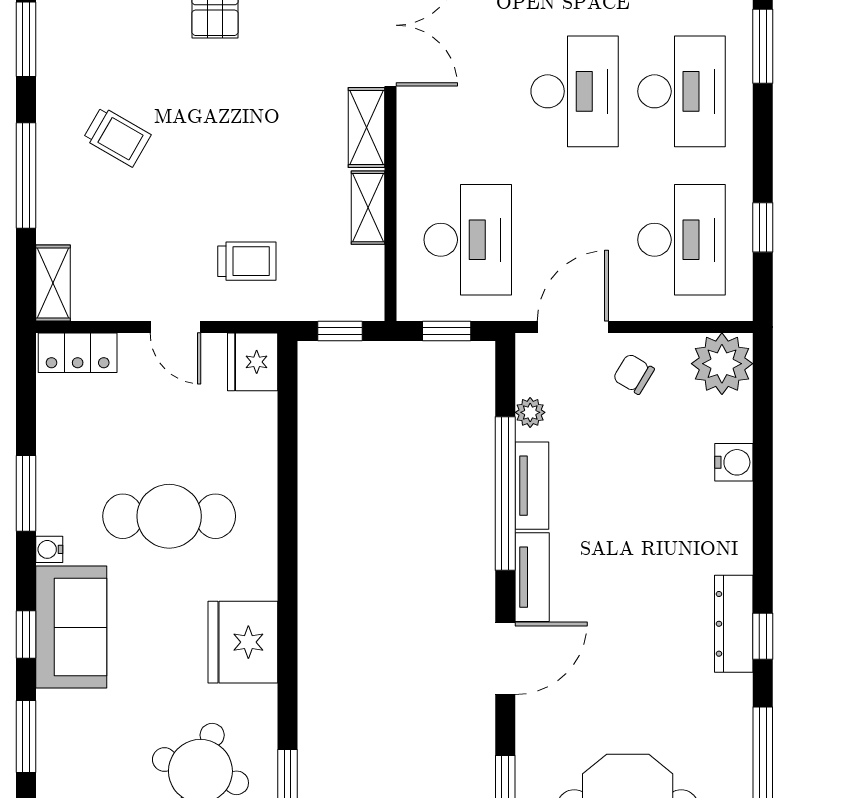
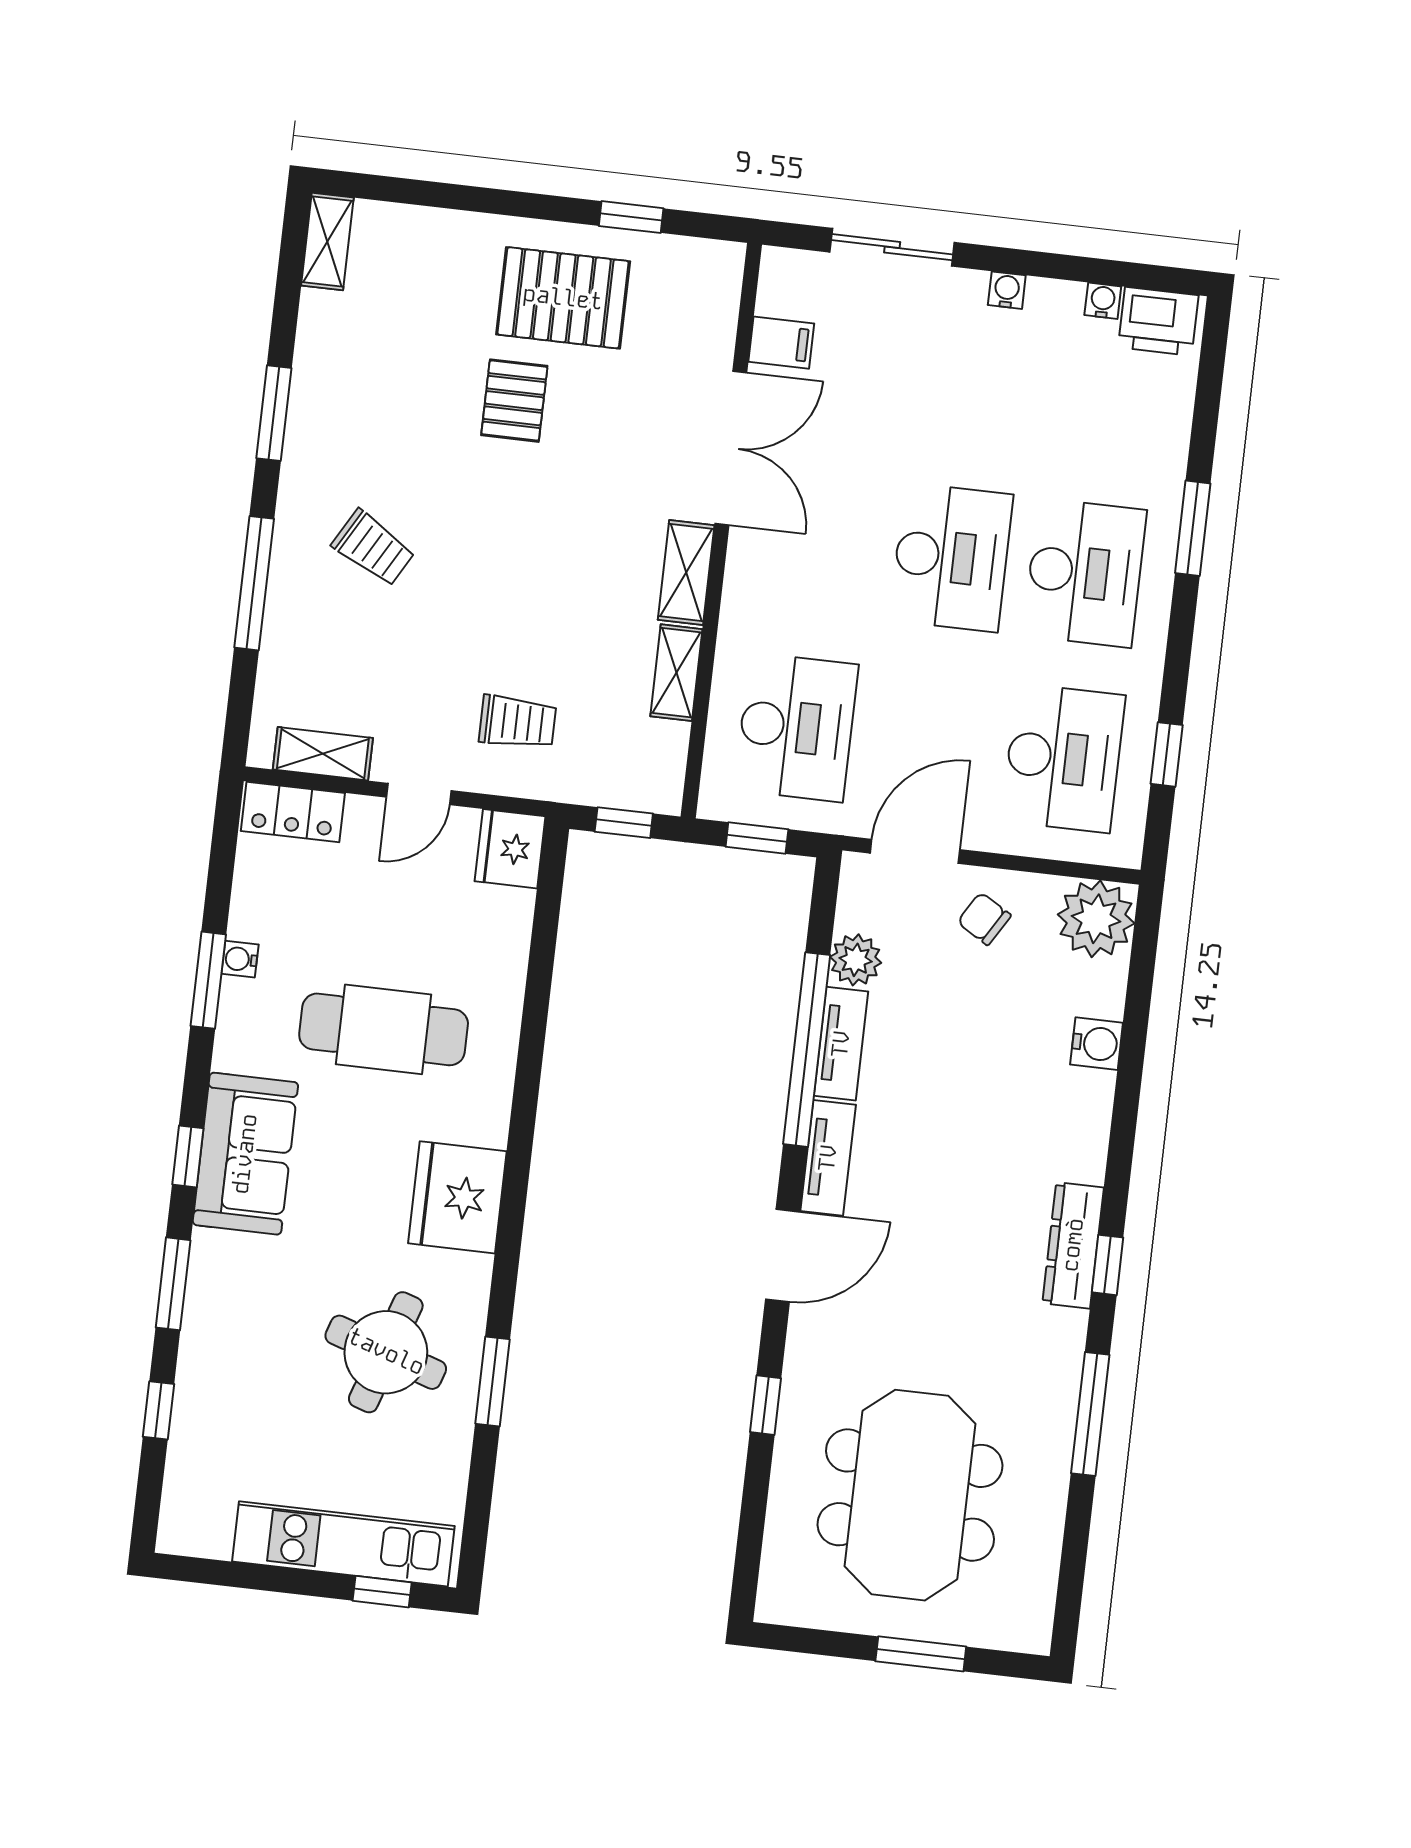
shelving: (53, 283) -> (323, 754), moved, turned 90
door: (175, 327) -> (419, 794), hinge flipped
plant: (530, 412) -> (856, 960), width x1.38, depth x1.38
water cooler: (49, 549) -> (240, 959), moved

